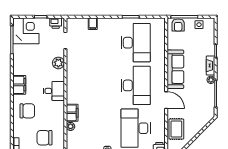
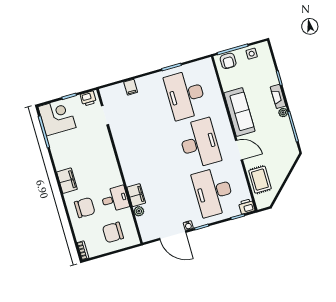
desk: (136, 43) -> (186, 95), turned 180
plant: (58, 63) -> (104, 143), removed
desk: (54, 91) -> (115, 199), moved

